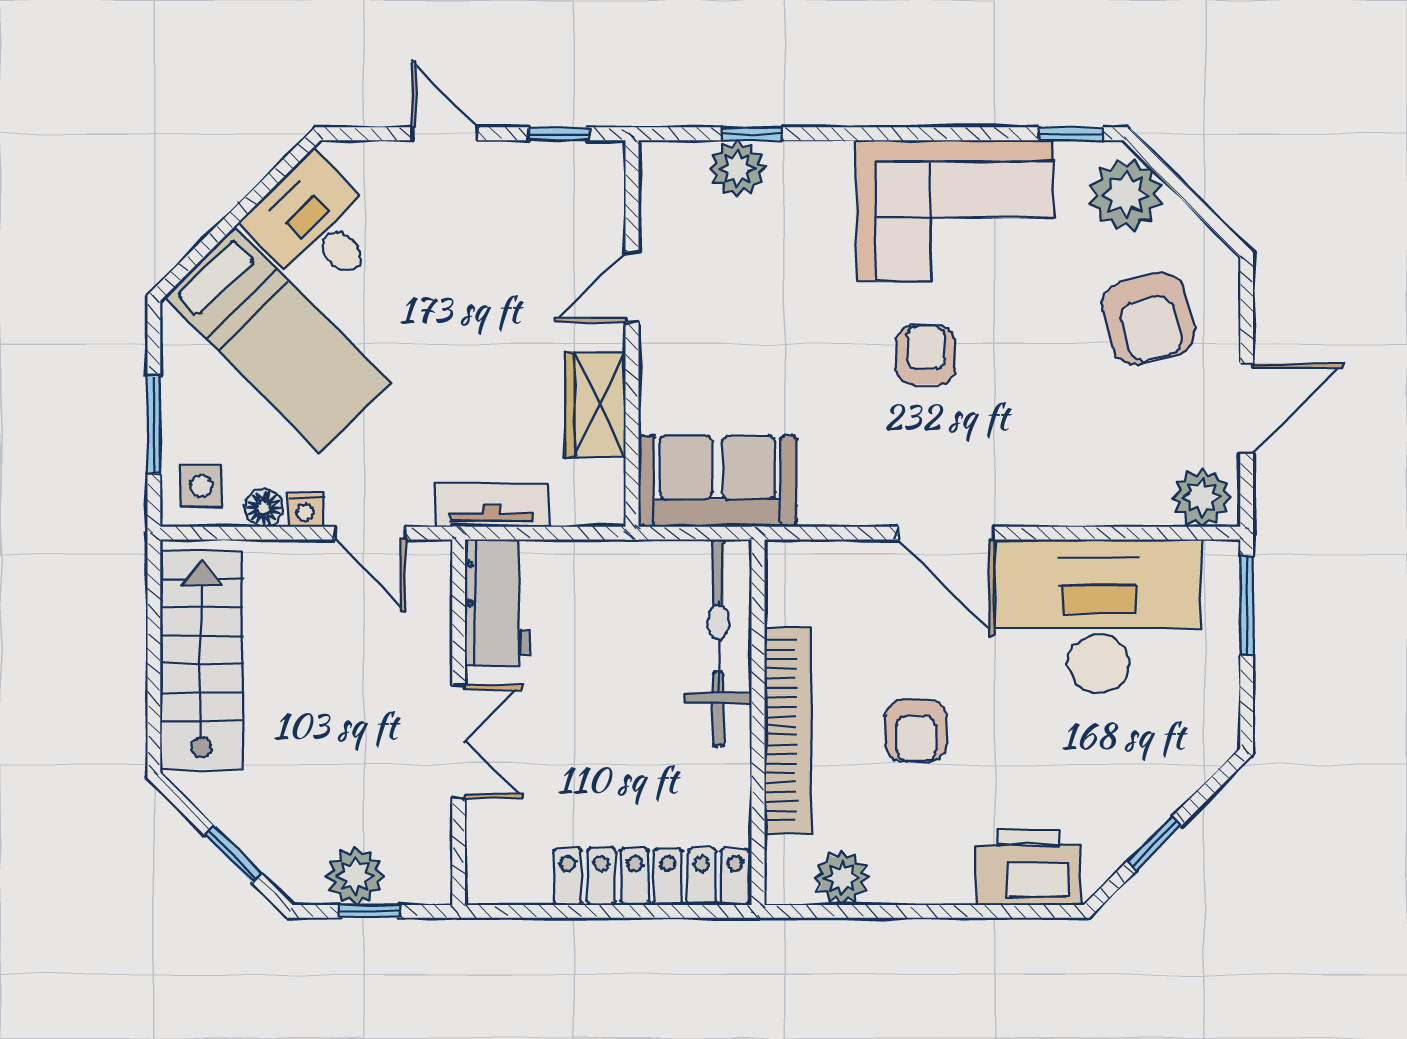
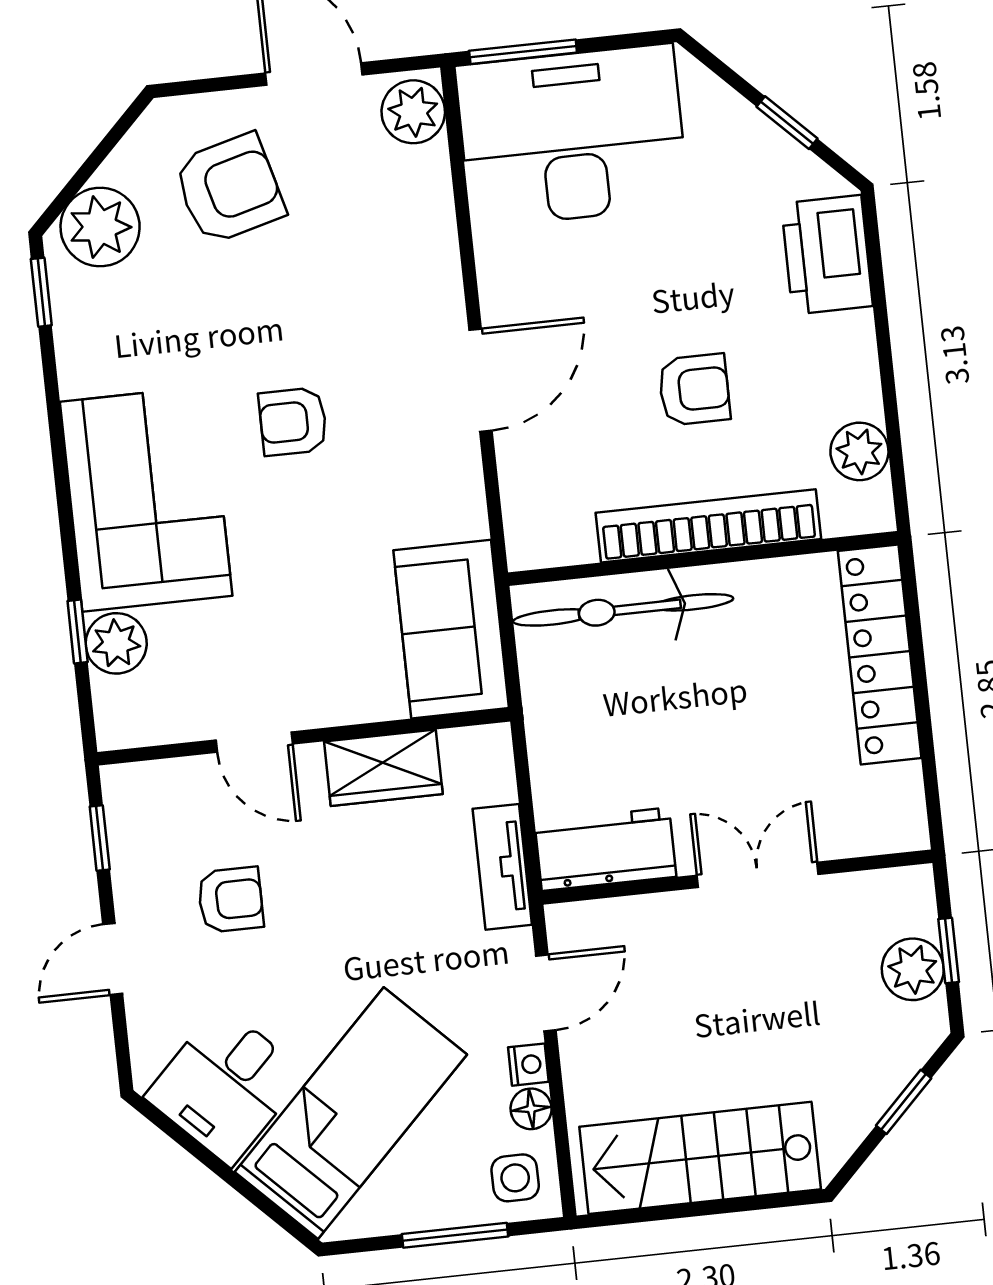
corner sofa: (955, 211) -> (146, 499), moved
armchair: (488, 249) -> (231, 900), added
desk: (1099, 616) -> (572, 136), moved, turned 90

